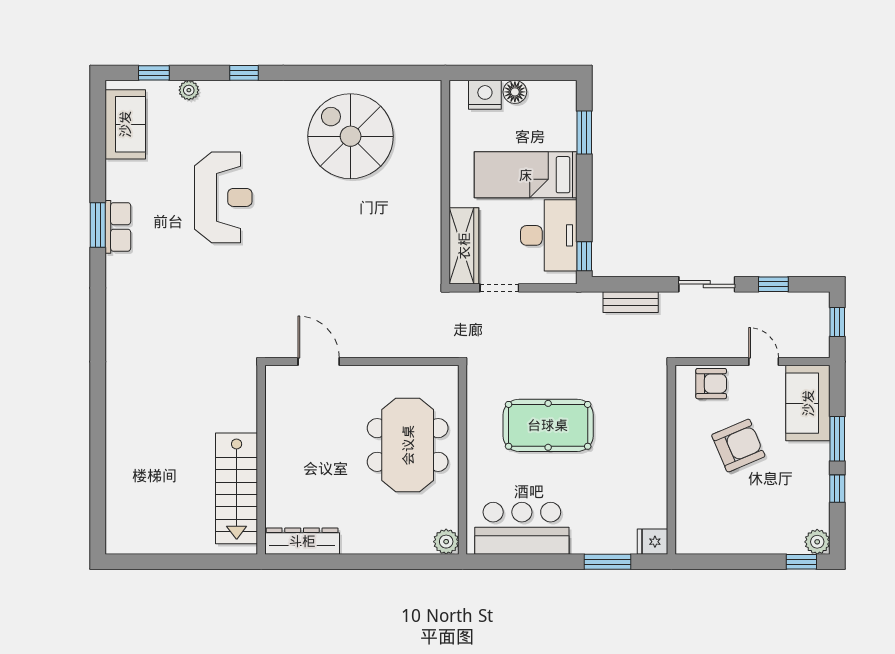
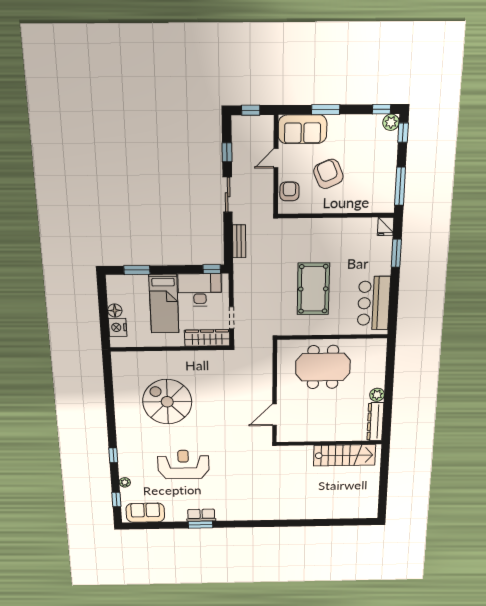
spiral stairs: (351, 136) -> (167, 402), moved, turned 90
window: (837, 489) -> (381, 109), moved
plant: (446, 542) -> (377, 395), moved
window: (718, 562) -> (400, 186), added

